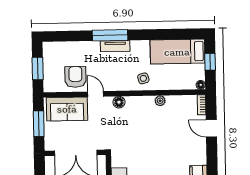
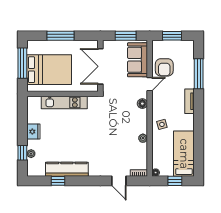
window: (110, 35) -> (199, 74), moved
armchair: (75, 77) -> (164, 67), turned 90
door: (211, 128) -> (119, 181), swing flipped

